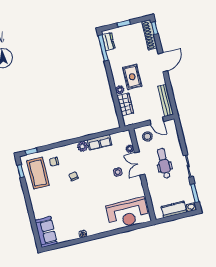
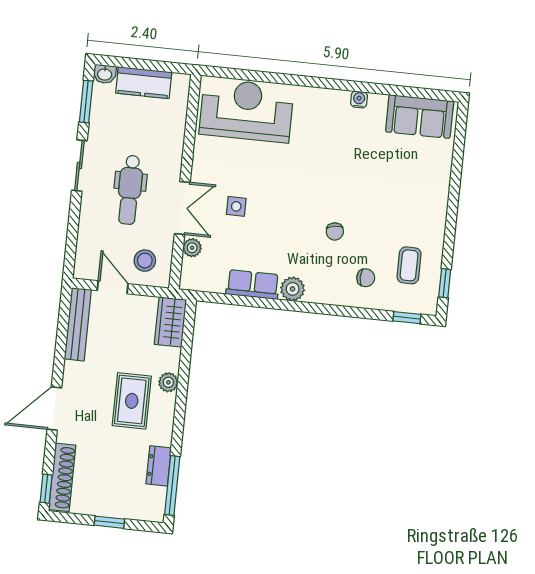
dresser: (109, 42) -> (159, 466), moved
wardrobe: (125, 104) -> (170, 322), moved
coffee table: (38, 173) -> (409, 265), width x0.54, depth x0.58
sofa: (46, 232) -> (420, 117), moved, turned -90

